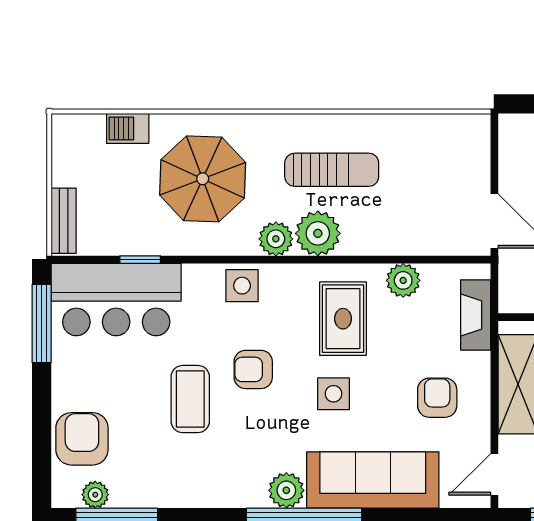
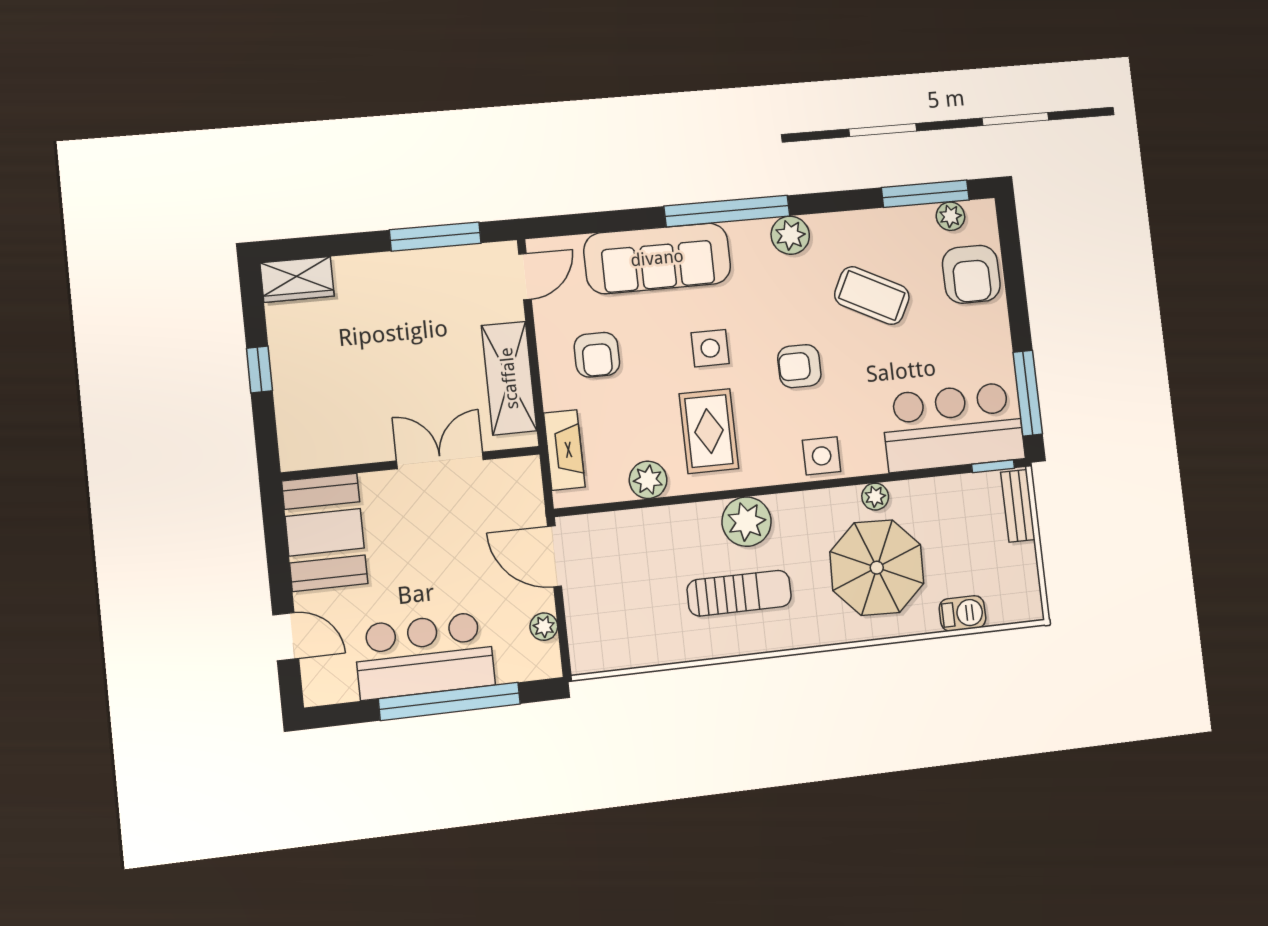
plant: (510, 160) -> (544, 627), added
sun lounger: (332, 170) -> (739, 593), turned 180
plant: (276, 239) -> (875, 497), moved, width x0.73, depth x0.73
window: (140, 260) -> (993, 466), moved
armchair: (253, 369) -> (799, 366), turned 180
coffee table: (190, 399) -> (872, 296), moved, turned -63
plant: (286, 490) -> (790, 235), moved

